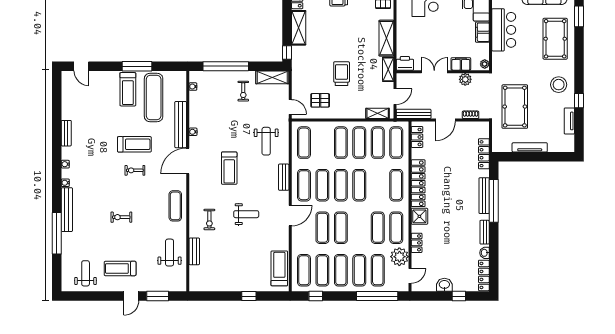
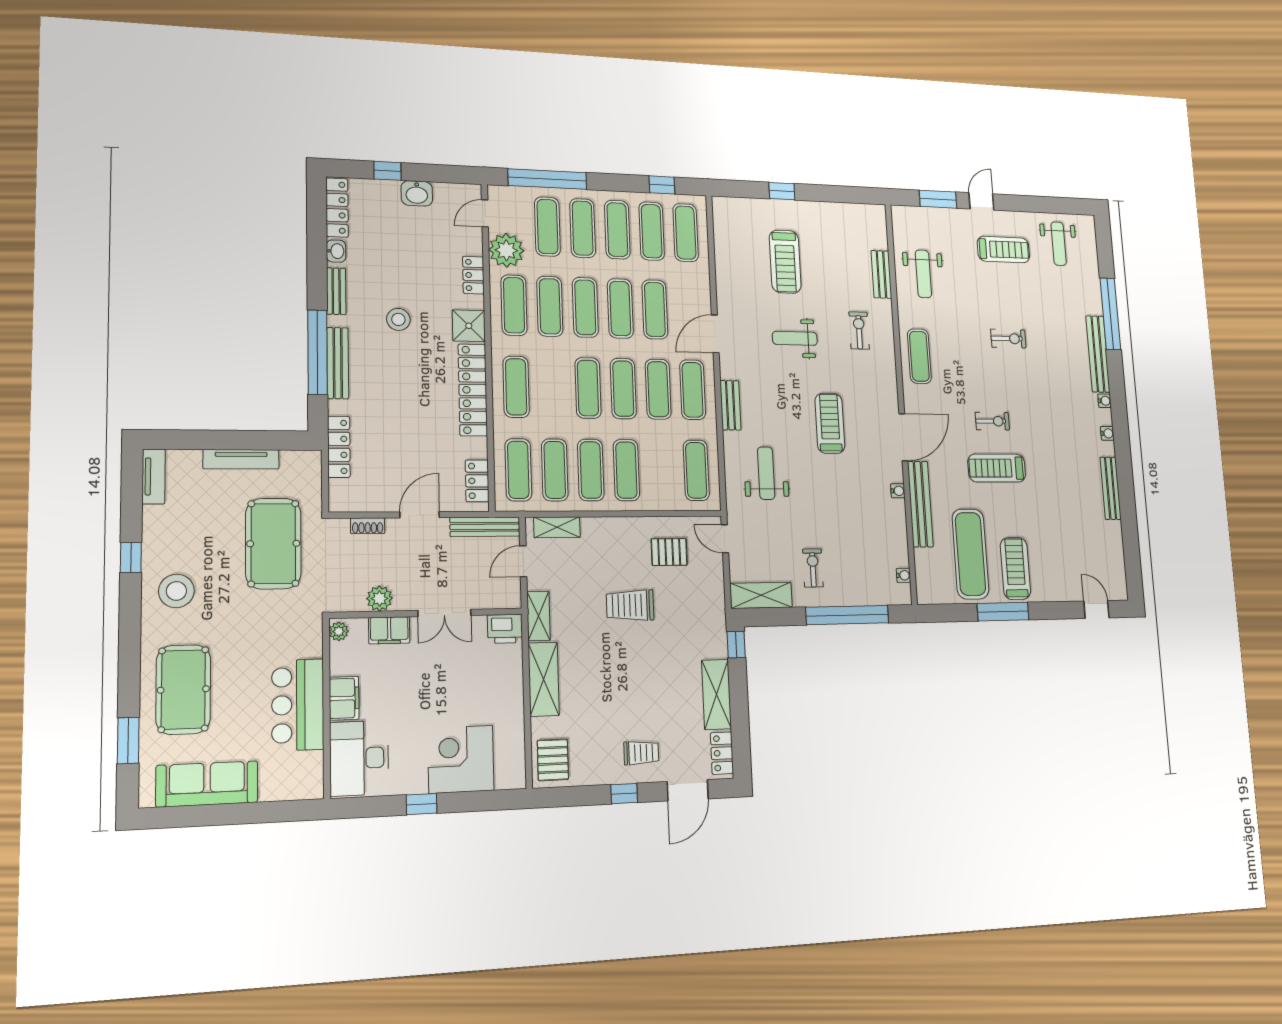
trolley: (342, 74) -> (630, 605), turned 90
tv unit: (569, 121) -> (154, 476), moved
bench: (66, 133) -> (1111, 488), width x1.36
stool: (454, 219) -> (398, 319), added
exercise mat: (359, 228) -> (585, 307), added
treadmill: (279, 268) -> (785, 262), moved

